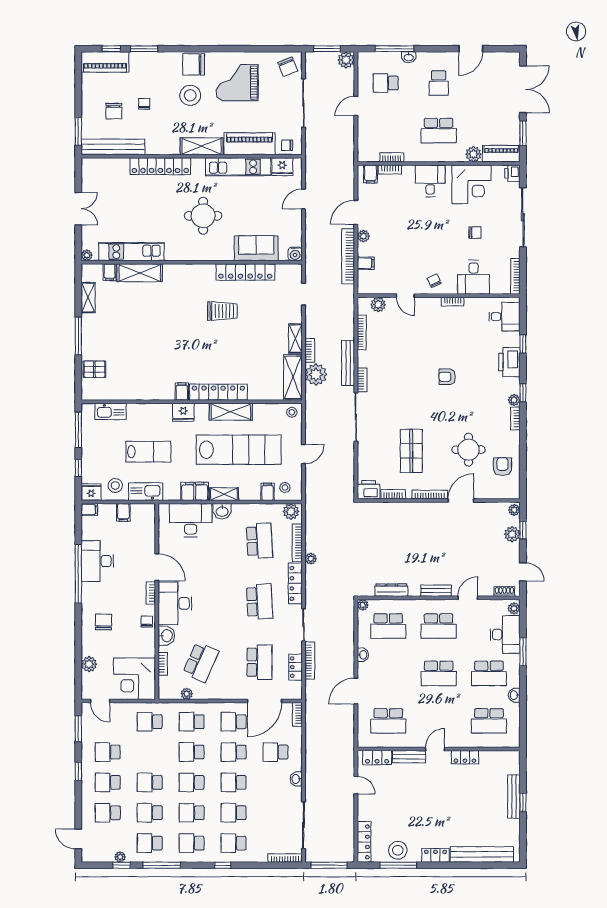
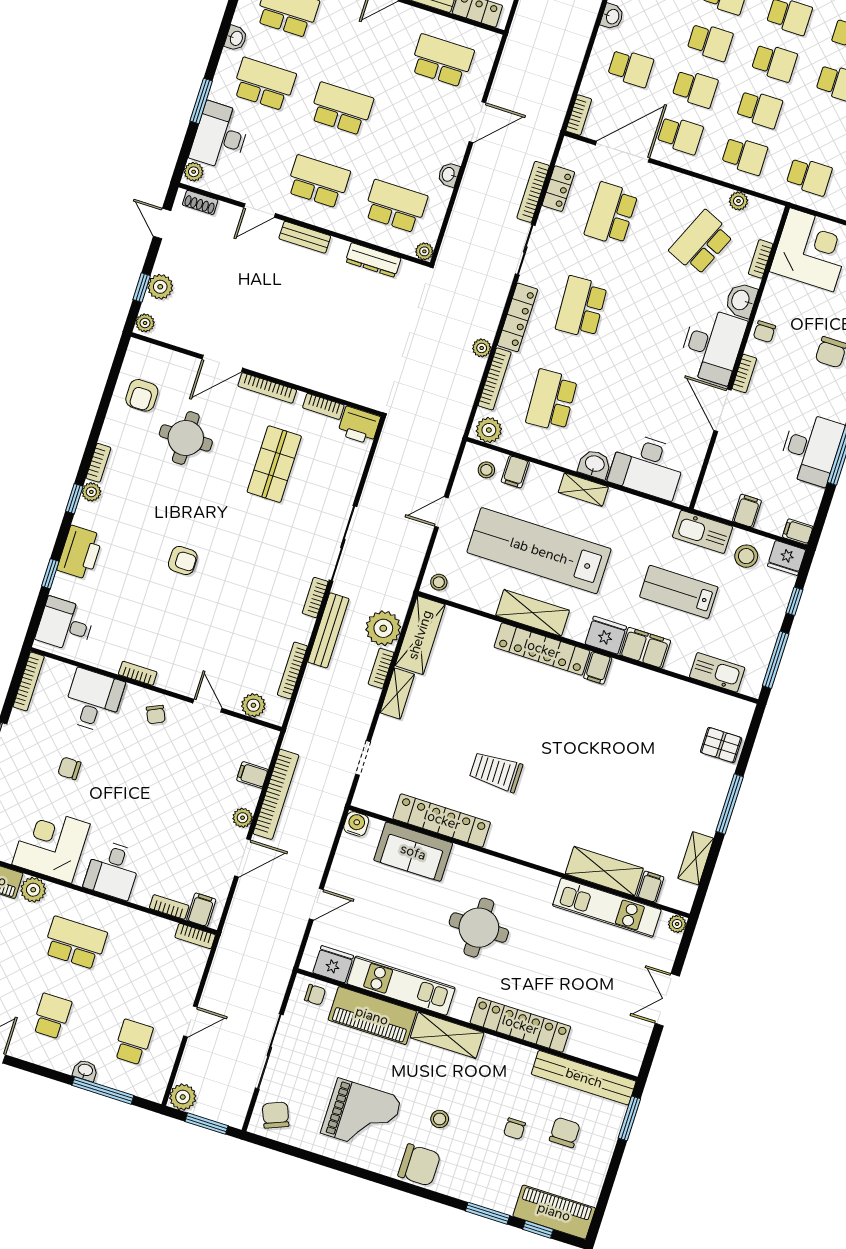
school desk: (386, 83) -> (133, 1042), turned -90
stool: (190, 95) -> (440, 1119), width x0.53, depth x0.53
bookcase: (392, 157) -> (195, 936), moved
filing cabinet: (195, 491) -> (645, 648), moved, turned 180

